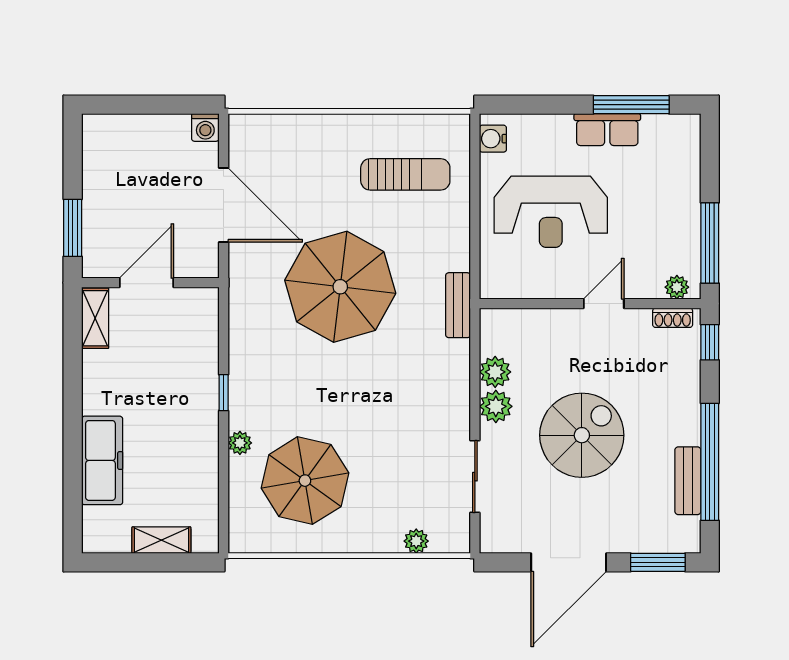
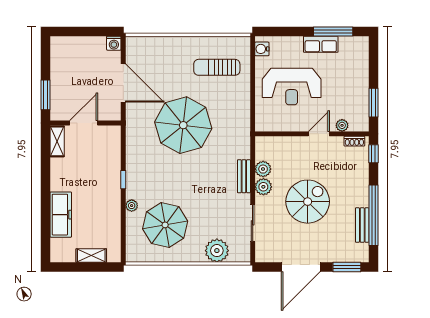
sun lounger: (405, 174) -> (217, 67), turned 180
window: (710, 243) -> (373, 103), width x0.69
plant: (677, 287) -> (342, 125), moved
bench: (458, 305) -> (244, 176), moved
plant: (416, 541) -> (217, 251), width x1.87, depth x1.87

